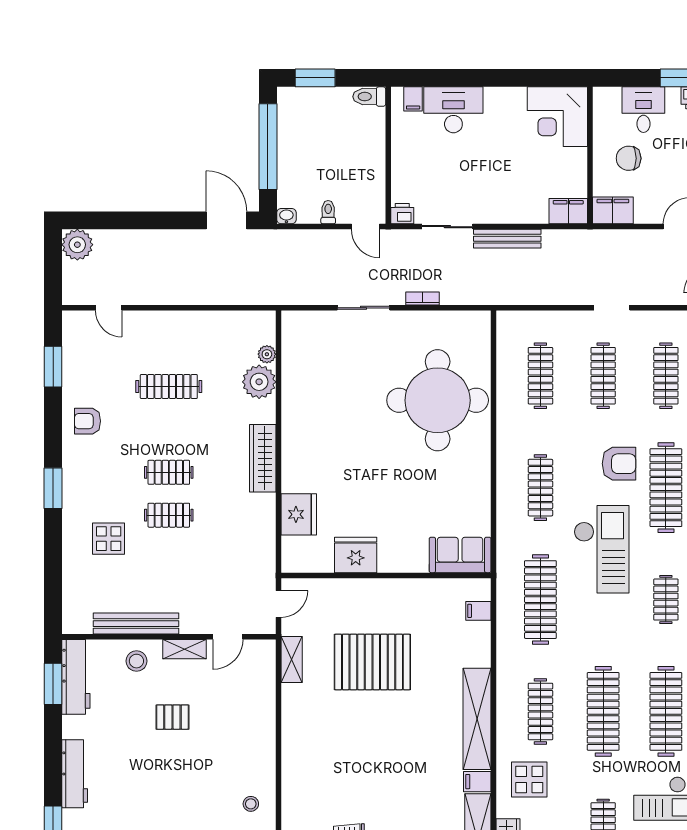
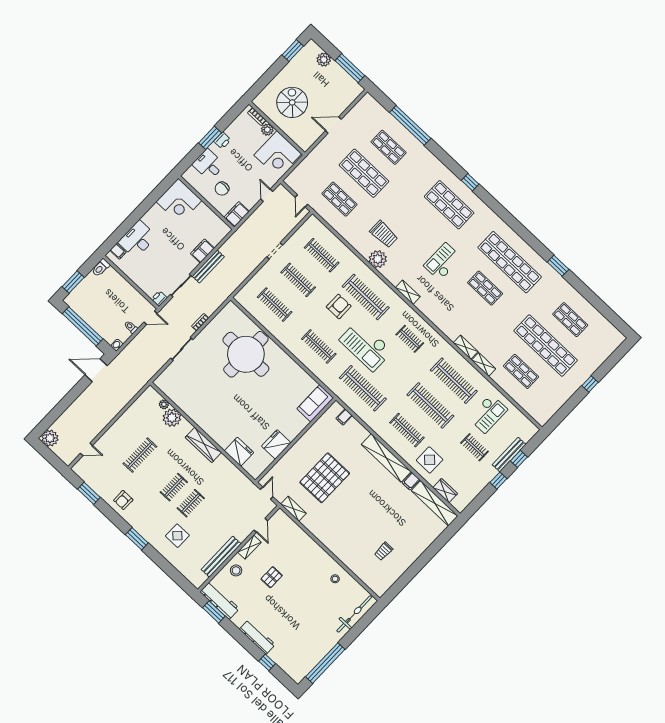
filing cabinet: (568, 211) -> (202, 251), moved
checkout: (602, 549) -> (366, 345), turned 180

